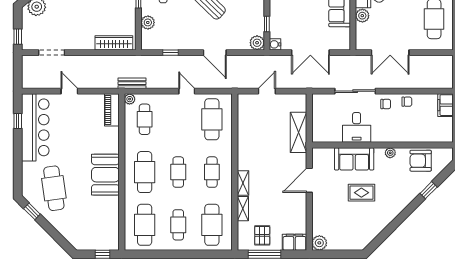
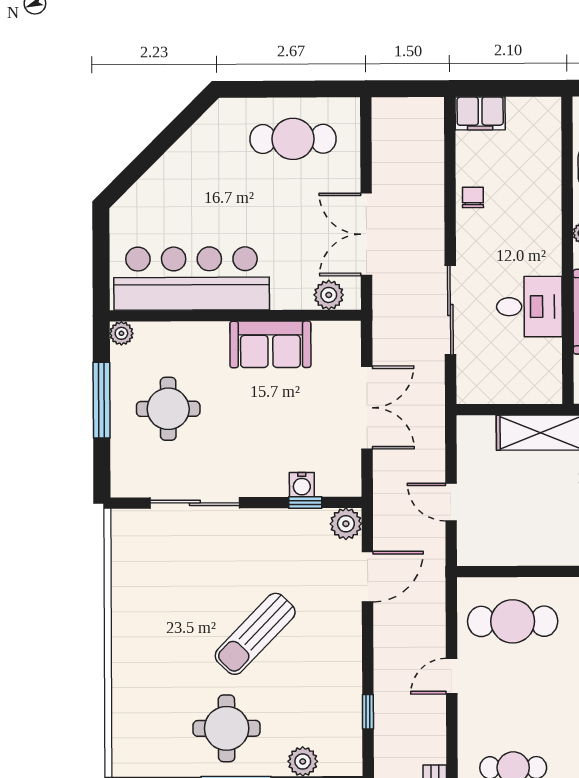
plant: (362, 16) -> (329, 295), moved
water cooler: (275, 44) -> (302, 485), moved
door: (215, 53) -> (367, 577), moved
double door: (390, 53) -> (366, 234), swing flipped
chair: (386, 104) -> (478, 243), removed

